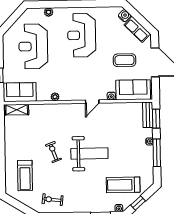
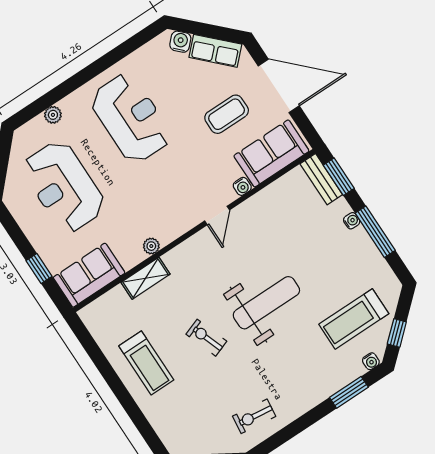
reception desk: (82, 35) -> (131, 118), turned 180
shelving: (17, 110) -> (145, 278), moved
treadmill: (25, 176) -> (146, 363), moved

